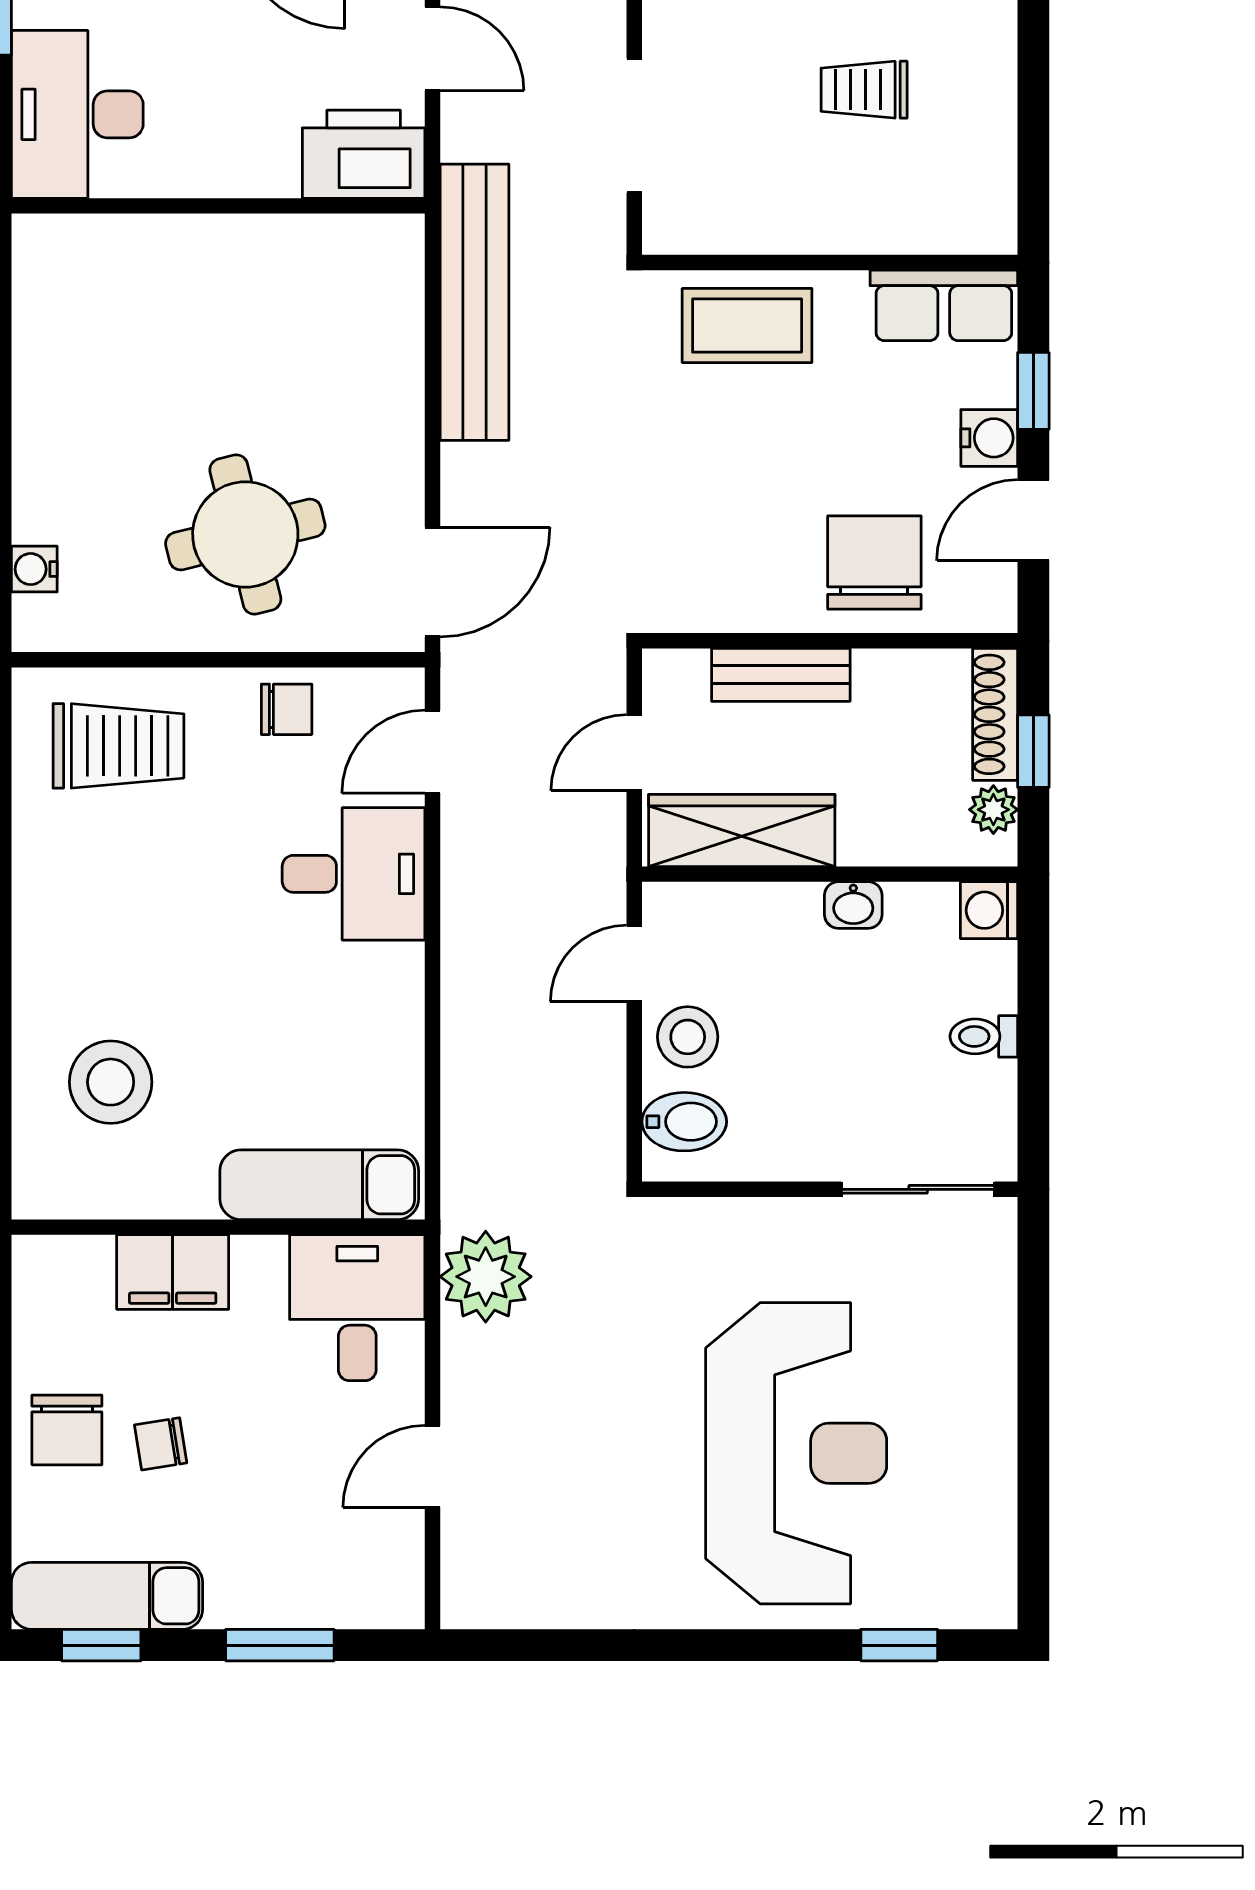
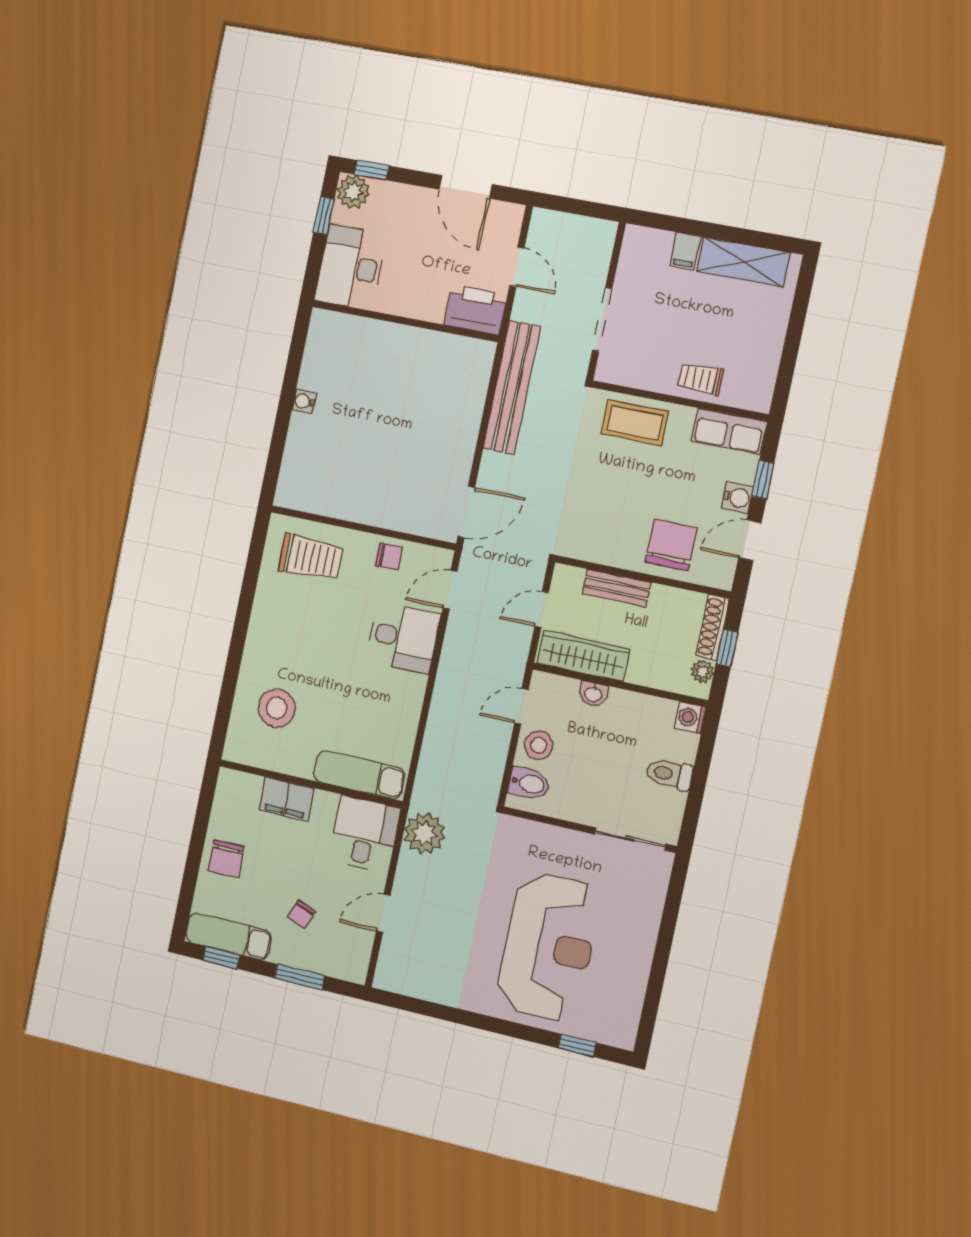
trolley: (864, 90) -> (700, 379), moved
round table: (245, 535) -> (387, 473), removed
water cooler: (34, 569) -> (304, 402), moved
washbasin: (853, 905) -> (593, 694), moved
toilet: (984, 1036) -> (669, 774), width x1.37, depth x1.39
chair: (161, 1444) -> (302, 914), moved, turned -60

